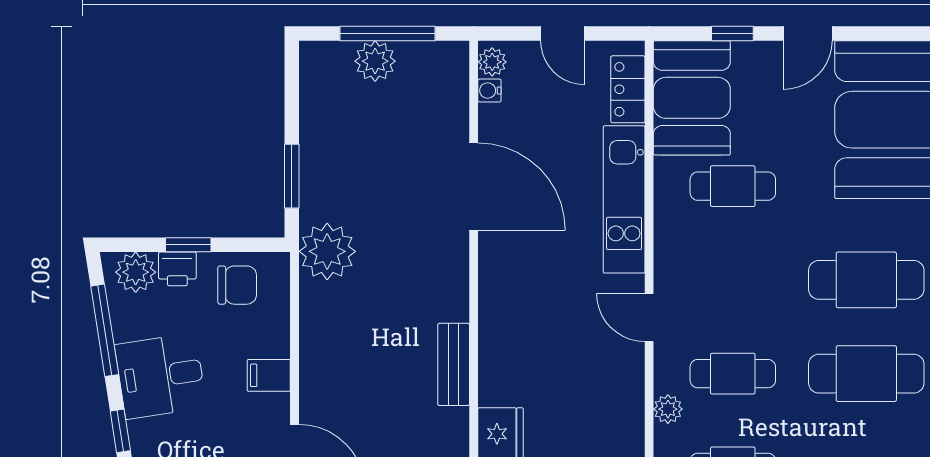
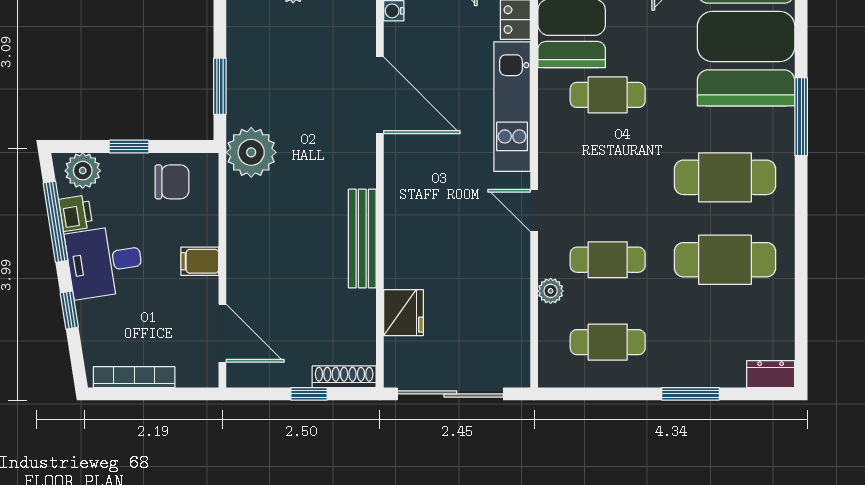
printer: (177, 269) -> (76, 213), moved, turned -99
bench: (454, 364) -> (362, 238), width x1.36

